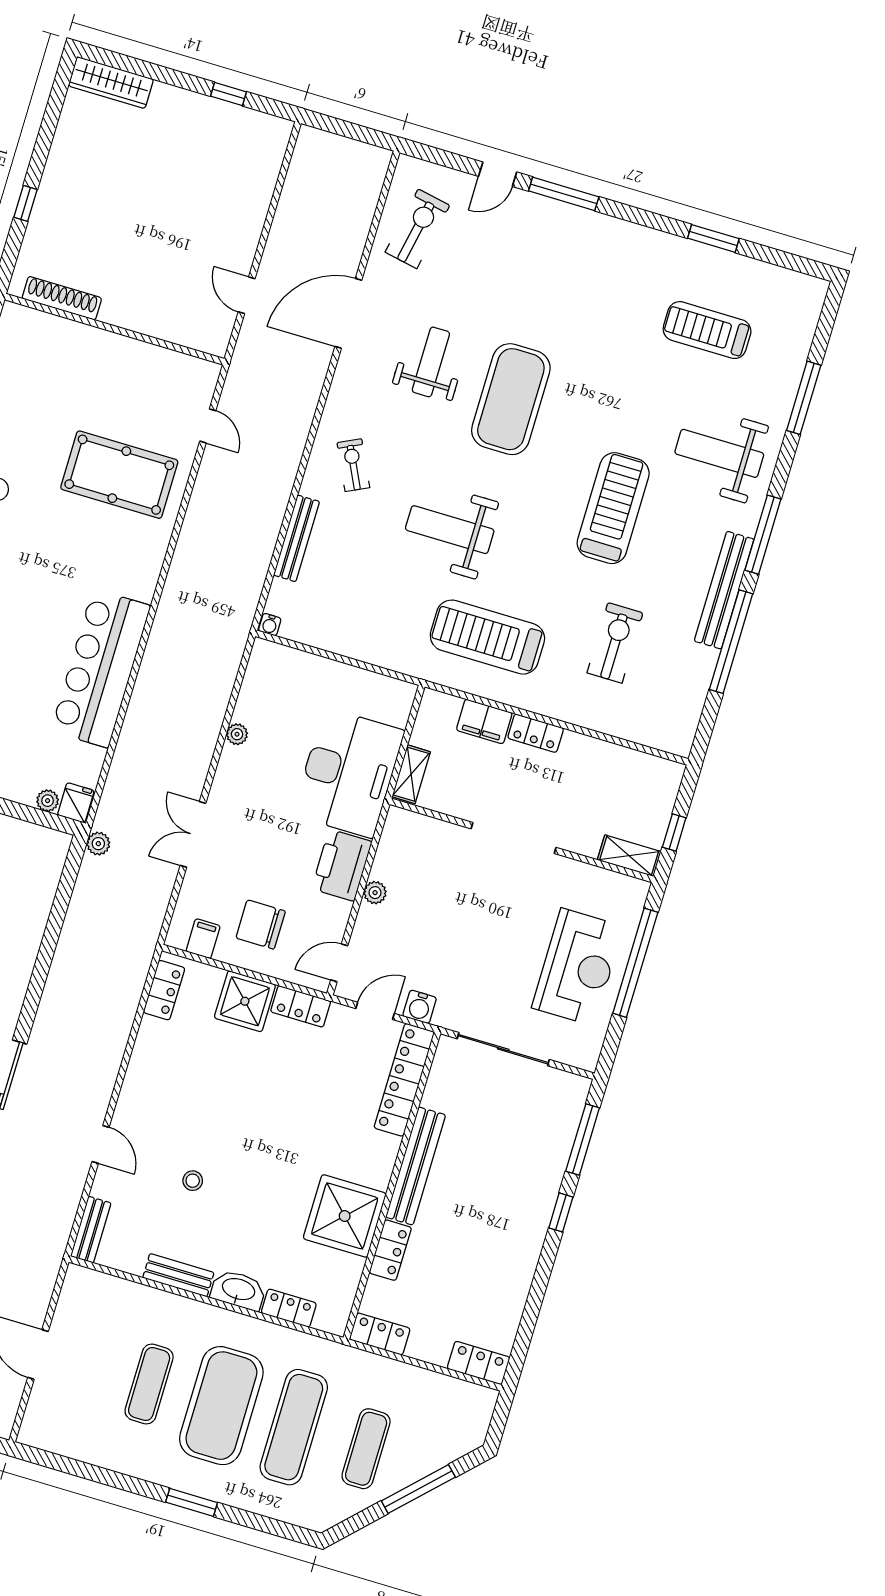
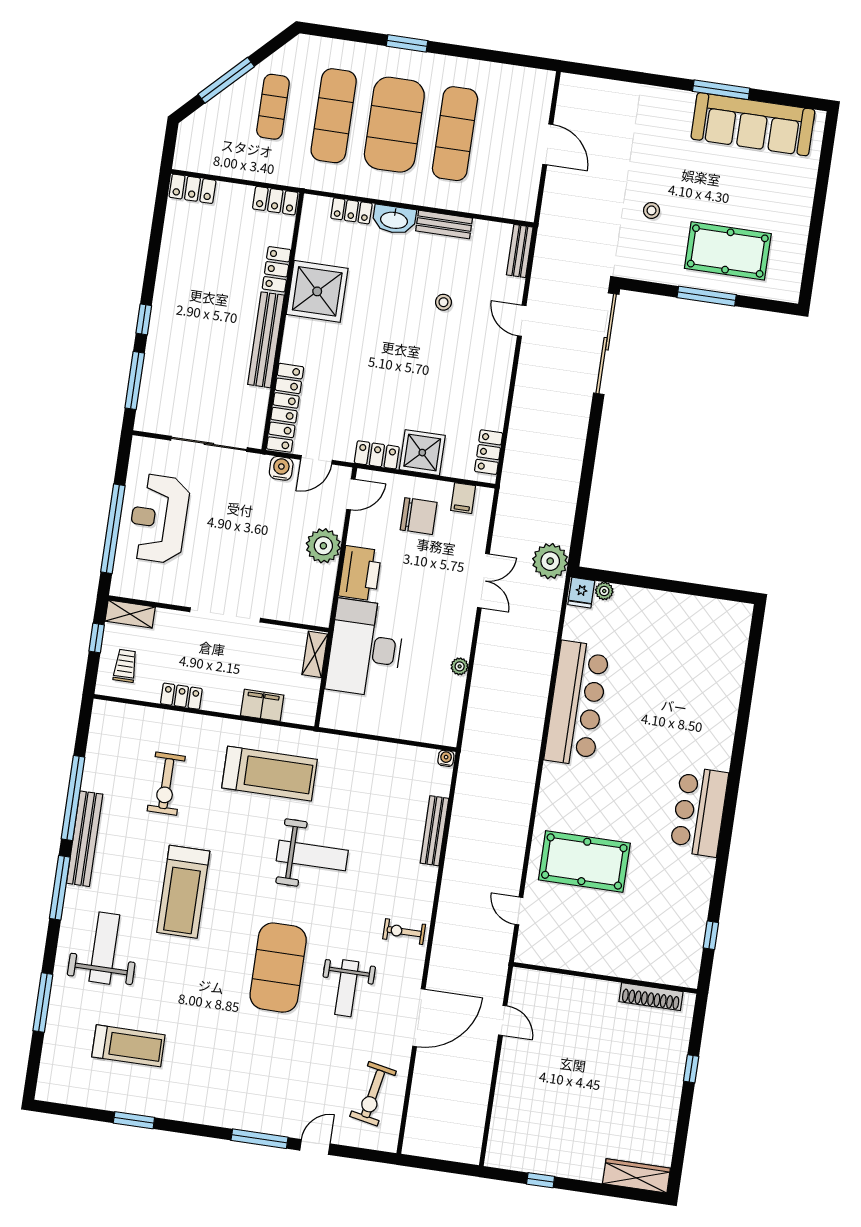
weight bench: (719, 453) -> (104, 948), turned -90
exercise bike: (353, 465) -> (404, 932), moved, turned 116
locker: (536, 733) -> (181, 696), moved
trolley: (644, 794) -> (125, 666), added
plant: (98, 844) -> (550, 561), width x1.87, depth x1.87
plant: (375, 893) -> (323, 546), width x1.87, depth x1.87
exercise mat: (149, 1384) -> (455, 134), width x1.36, depth x1.45

